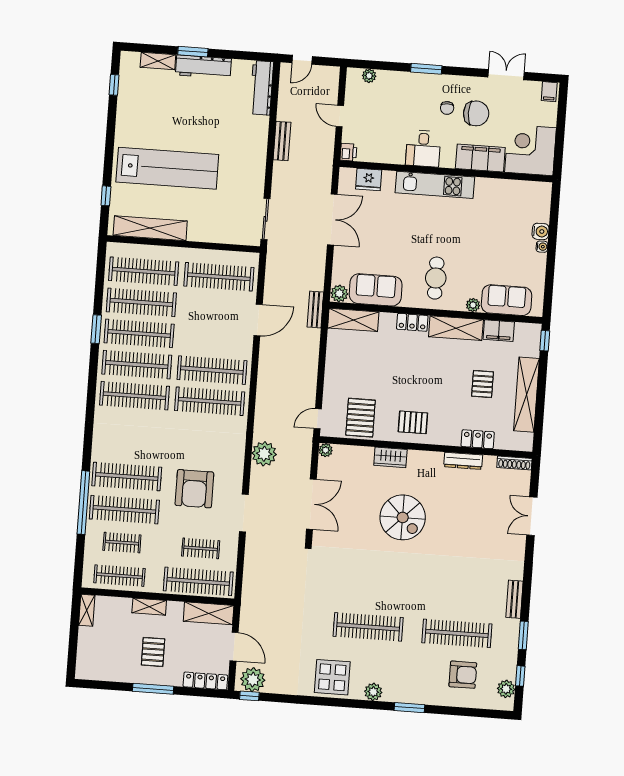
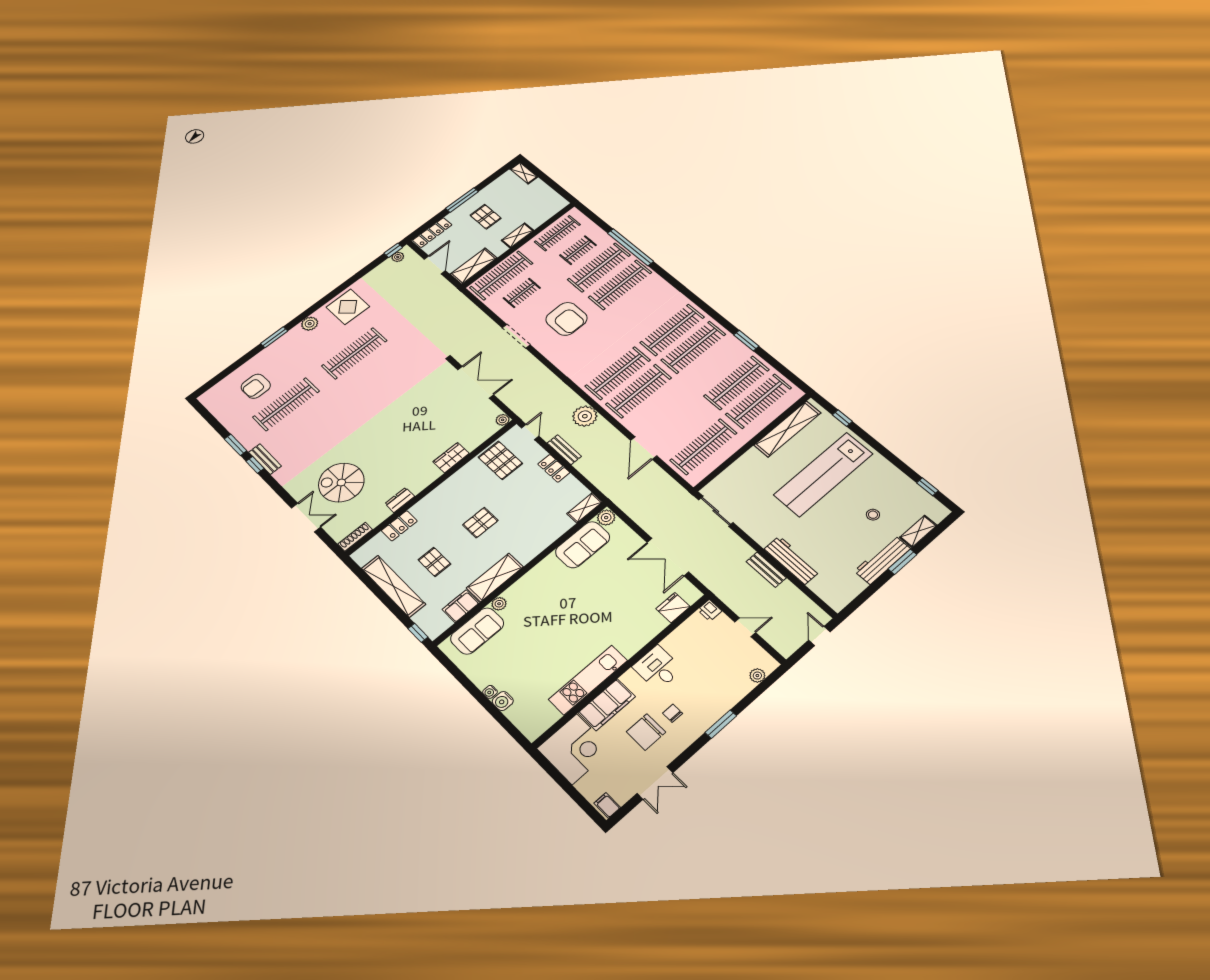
workbench: (262, 88) -> (792, 560), moved
stool: (171, 104) -> (873, 515), added
kitchen unit: (435, 185) -> (588, 680), moved
cafe table: (436, 278) -> (547, 594), removed
bench: (315, 310) -> (564, 450), moved
shelving: (353, 320) -> (585, 508), width x0.67, depth x0.75
locker: (412, 322) -> (554, 468), moved, turned -90
clothes rail: (139, 333) -> (715, 365), removed
pallet: (413, 422) -> (480, 523), moved
plant: (264, 454) -> (585, 416), moved
dresser: (463, 461) -> (400, 500), width x0.70
armchair: (194, 489) -> (567, 319), turned 180
double door: (311, 504) -> (475, 382), swing flipped
spiral stairs: (403, 517) -> (341, 483), moved
shelving: (87, 610) -> (524, 173), moved
door: (234, 647) -> (435, 265), swing flipped
window: (520, 676) -> (255, 465), moved
plant: (253, 680) -> (398, 257), width x0.53, depth x0.53
plant: (506, 689) -> (215, 405), removed

